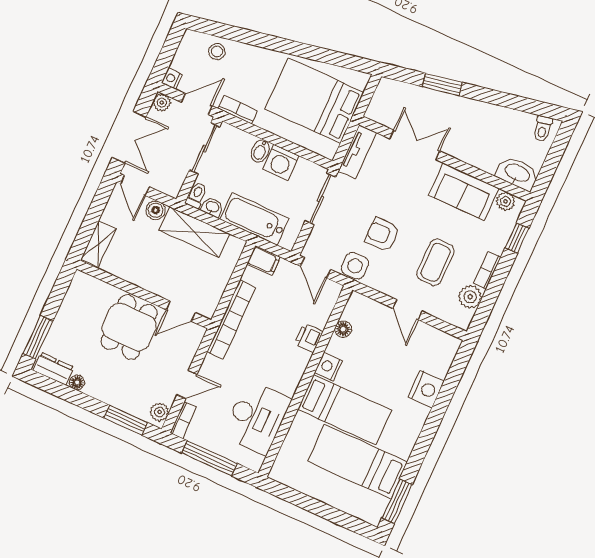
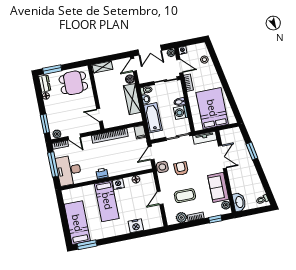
dining table: (129, 327) -> (73, 83), moved
printer: (309, 338) -> (102, 173), moved
desk: (257, 418) -> (69, 170), moved, turned 90
bed: (358, 462) -> (77, 223), moved

